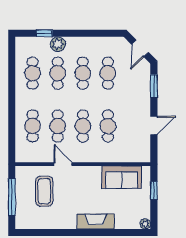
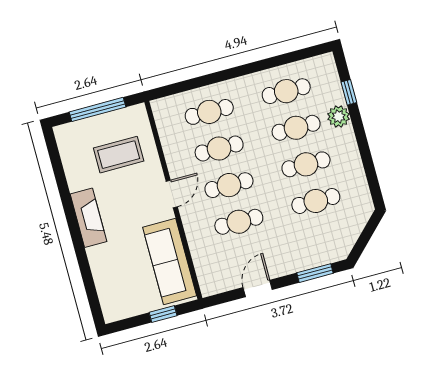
door: (140, 48) -> (365, 238), removed
door: (154, 125) -> (258, 288), swing flipped
door: (63, 164) -> (172, 194), moved
sofa: (121, 177) -> (170, 262), width x1.36
fireplace: (96, 221) -> (88, 218), moved
plant: (145, 224) -> (111, 315), removed

